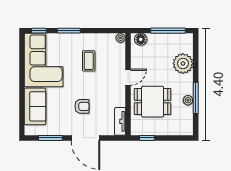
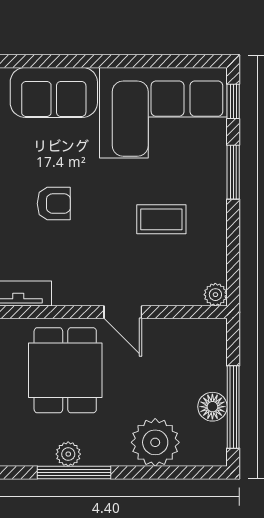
floor lamp: (141, 39) -> (212, 407), moved
armchair: (82, 106) -> (54, 204), turned -90

